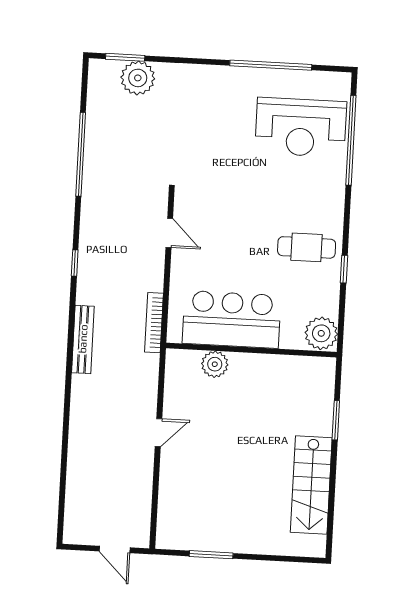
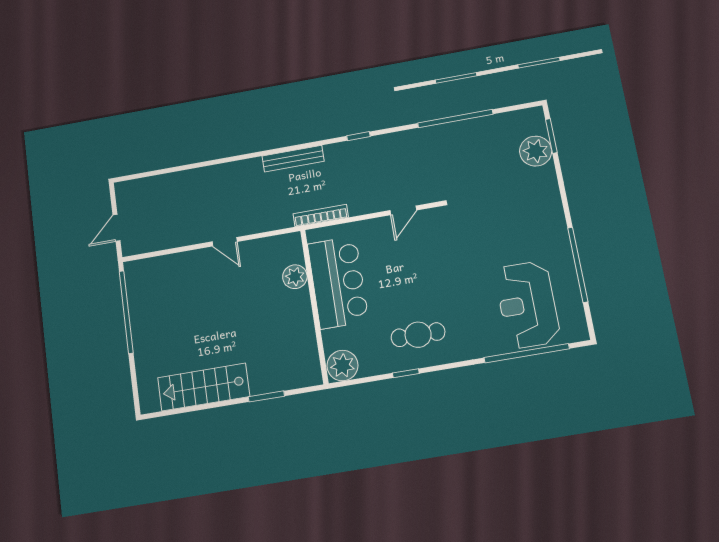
cafe table: (307, 247) -> (418, 335), turned 90
window: (211, 555) -> (126, 312), width x2.11

